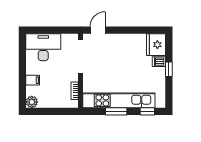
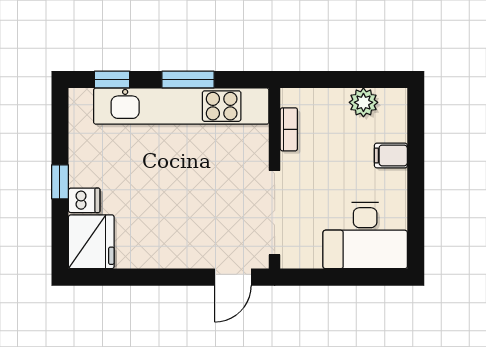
plant: (32, 102) -> (363, 102), moved

